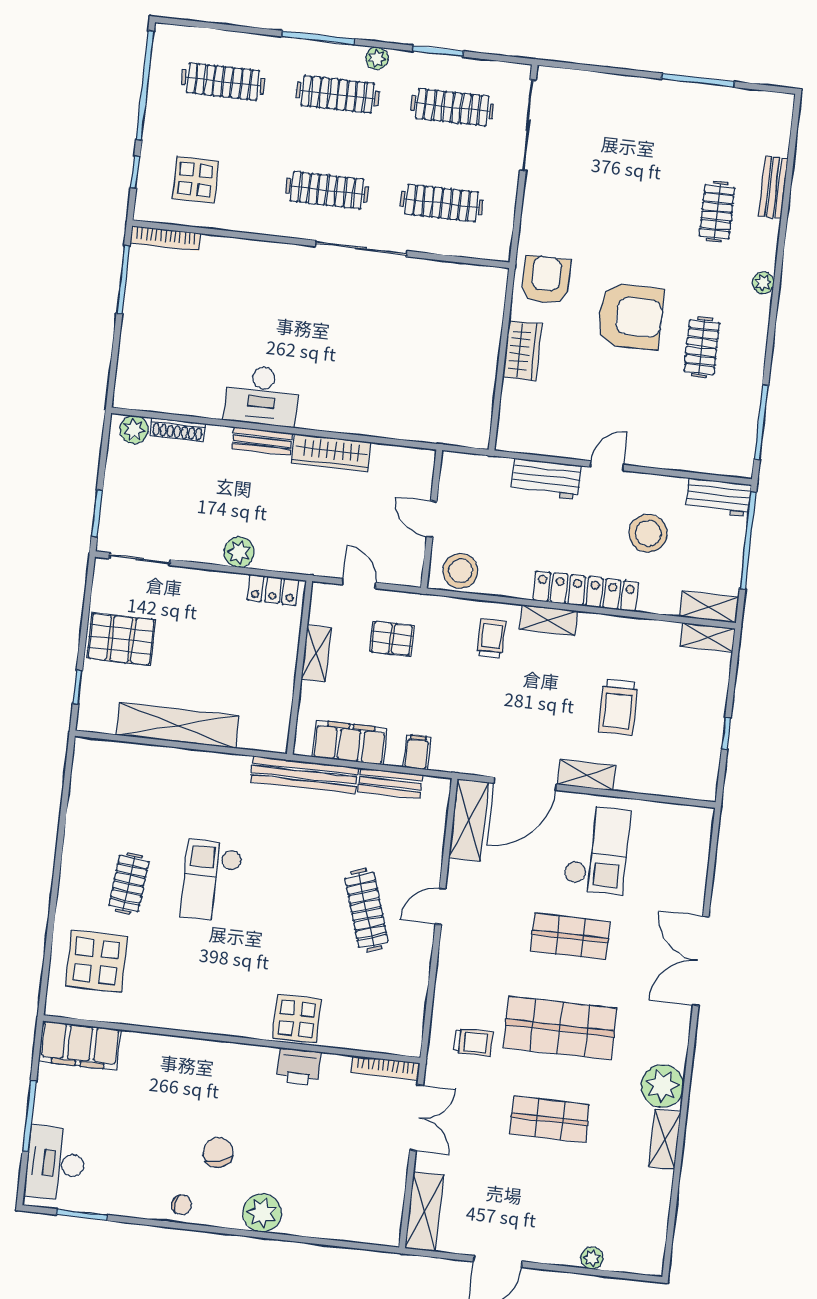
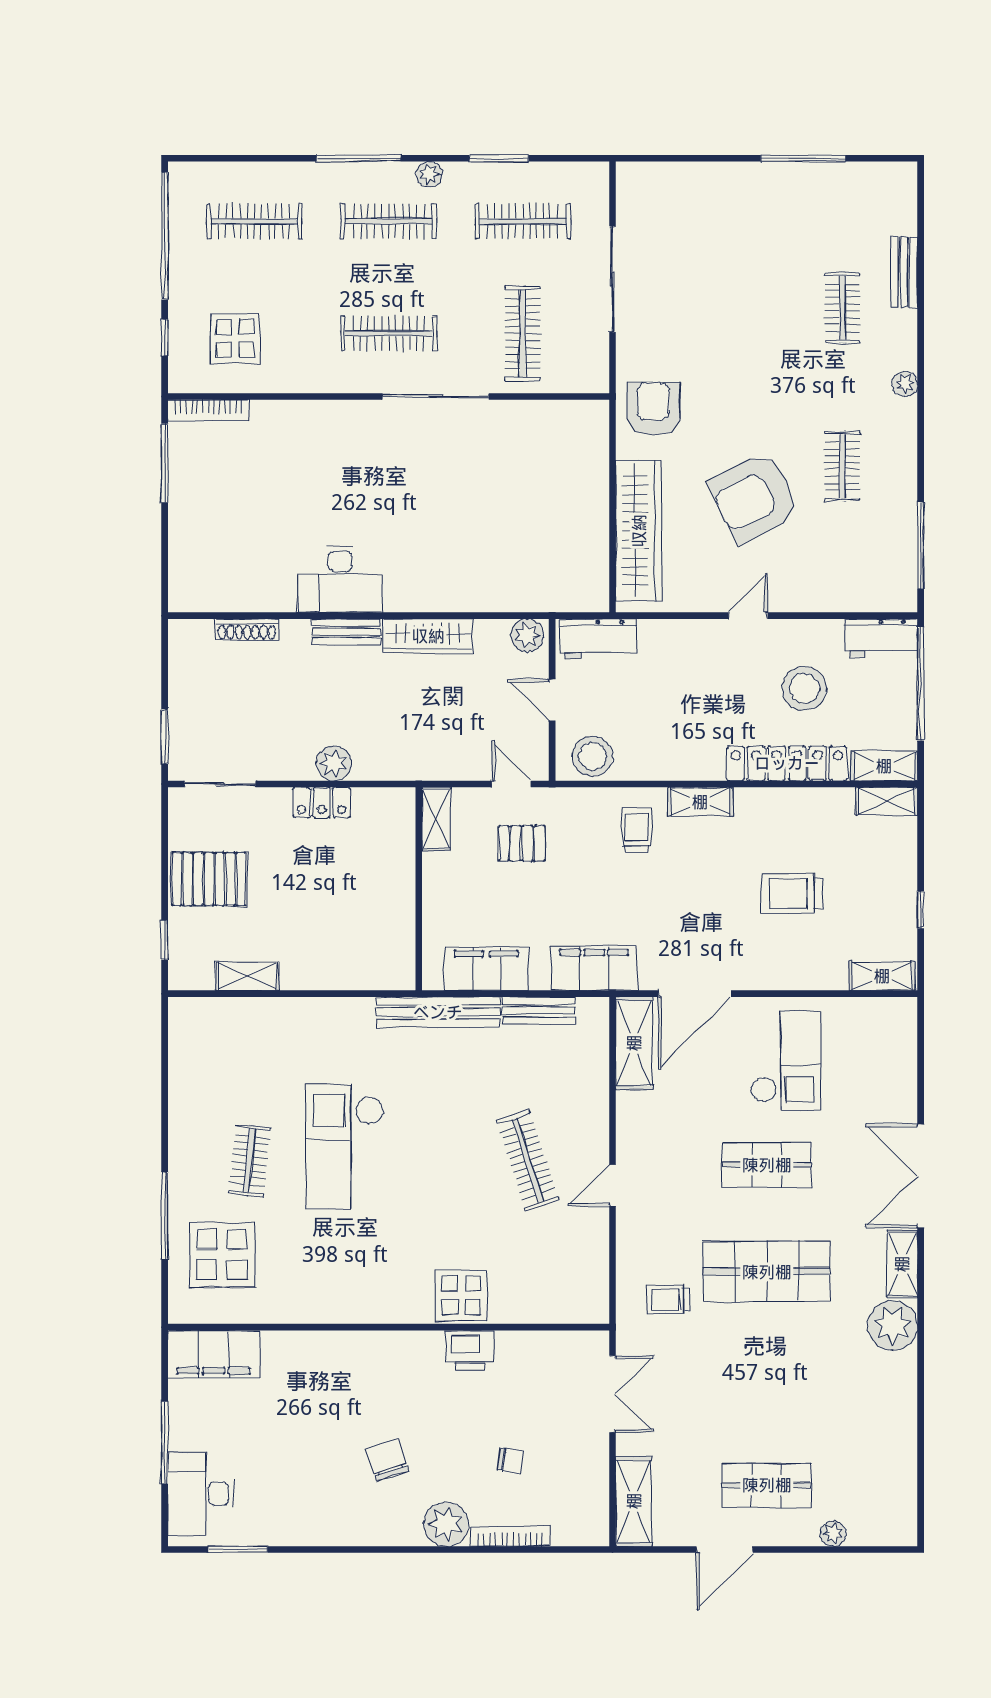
sliding door: (528, 125) -> (613, 279), moved
clothes rail: (442, 203) -> (523, 333), turned 90
armchair: (630, 316) -> (754, 497), moved, turned 153
wardrobe: (522, 351) -> (639, 531), width x2.10, depth x1.17
plant: (134, 430) -> (527, 635), moved
workbench: (546, 479) -> (598, 639), moved
door: (359, 584) -> (511, 784), moved
locker: (273, 590) -> (322, 802), moved
locker: (586, 591) -> (787, 763), moved
shelving: (316, 654) -> (436, 819), moved
trolley: (618, 707) -> (792, 893), turned 90
shelving: (177, 725) -> (247, 976), width x0.45, depth x0.75
filing cabinet: (417, 752) -> (594, 968), width x3.00, depth x1.17
shelving: (587, 775) -> (882, 976), moved
checkout: (211, 881) -> (345, 1147), width x1.36, depth x1.21
door: (440, 906) -> (613, 1185), moved
window: (51, 923) -> (165, 1216), added
trolley: (473, 1042) -> (668, 1299), turned 180
bookcase: (385, 1068) -> (510, 1536), moved, turned 180
shop shelf: (550, 1119) -> (767, 1485), moved
shelving: (665, 1139) -> (902, 1264), moved
chair: (182, 1205) -> (510, 1461), moved

